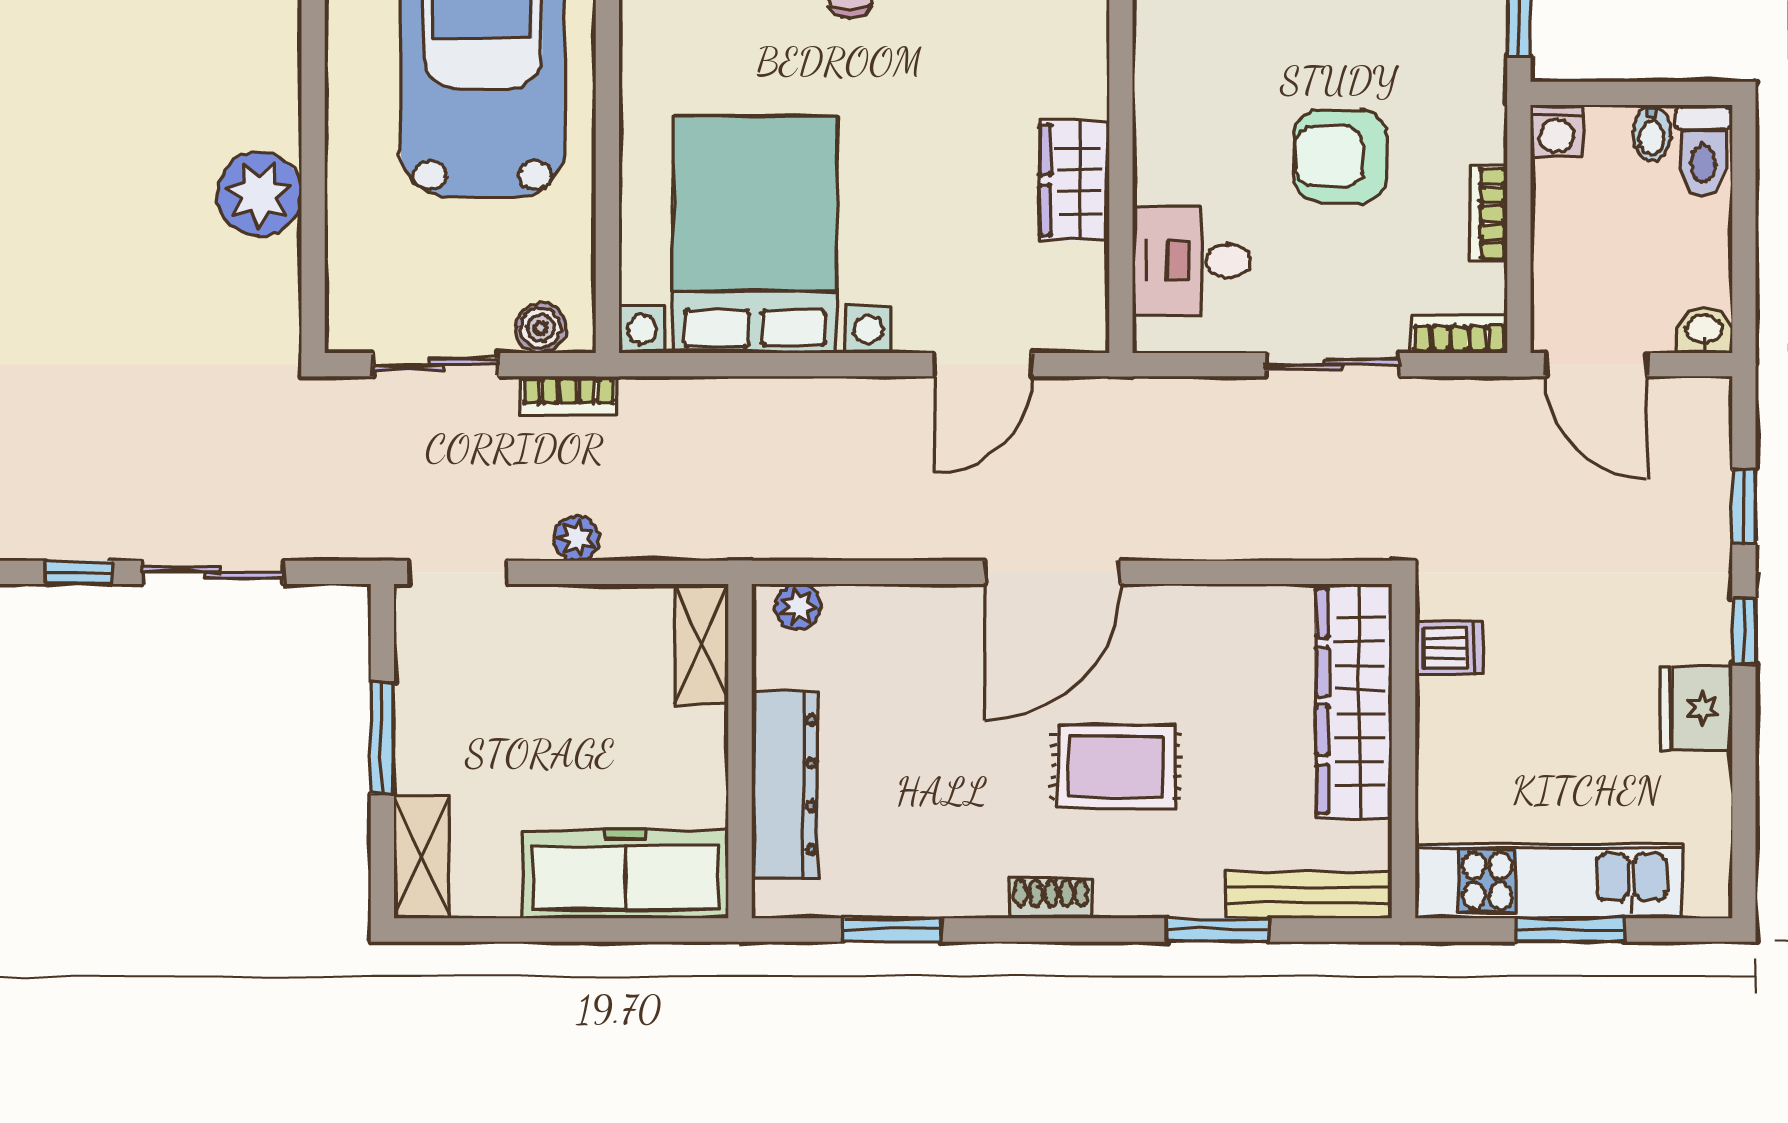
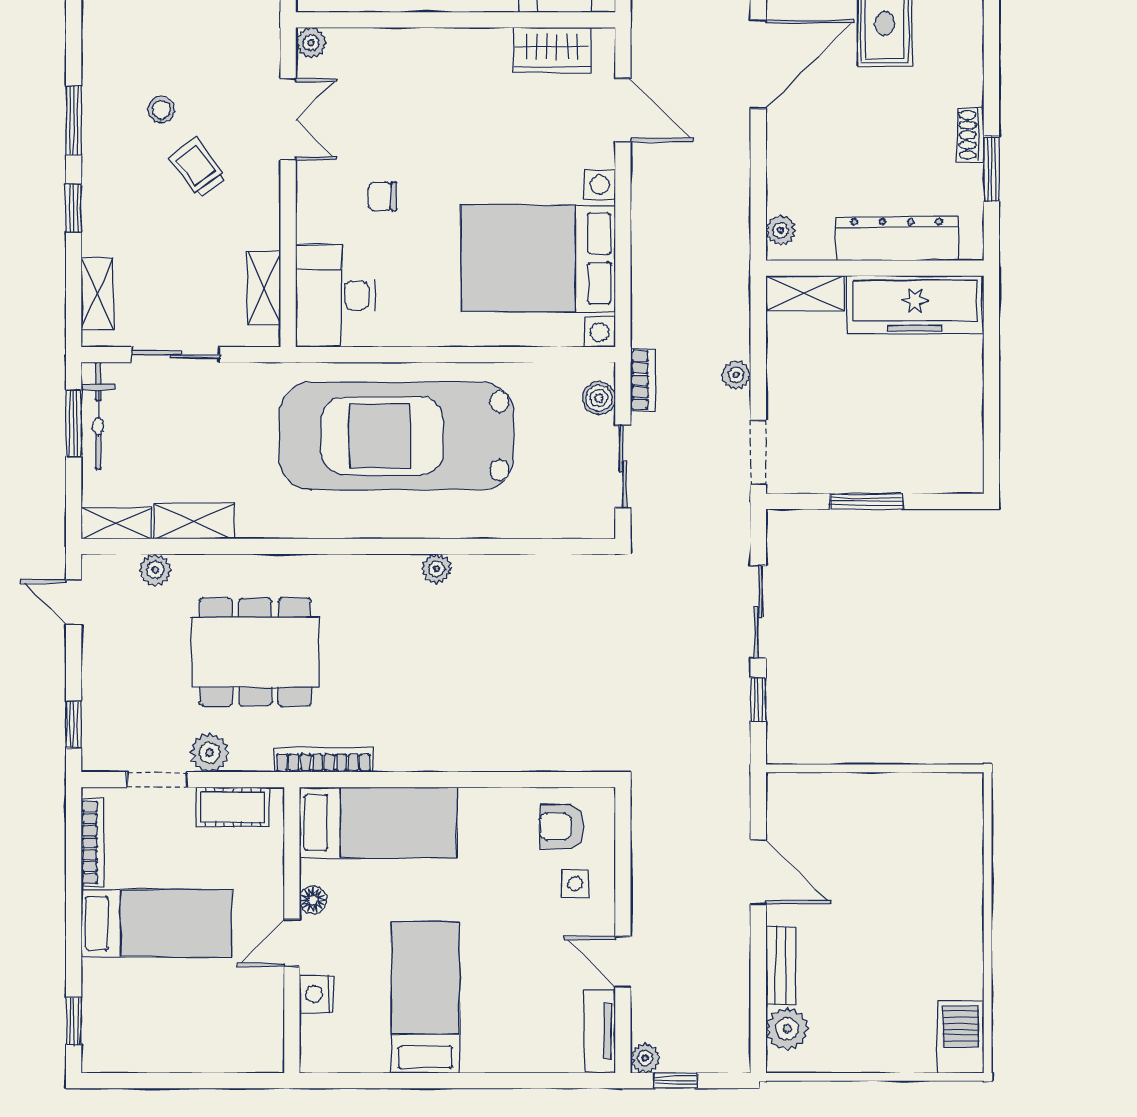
wardrobe: (1074, 180) -> (552, 50), moved
plant: (259, 194) -> (437, 569), moved, width x0.53, depth x0.53
door: (1053, 572) -> (758, 64), hinge flipped
shelving: (421, 857) -> (944, 476), removed
freezer: (625, 874) -> (915, 305), moved, turned -90
shoe rack: (1051, 898) -> (971, 135), moved

